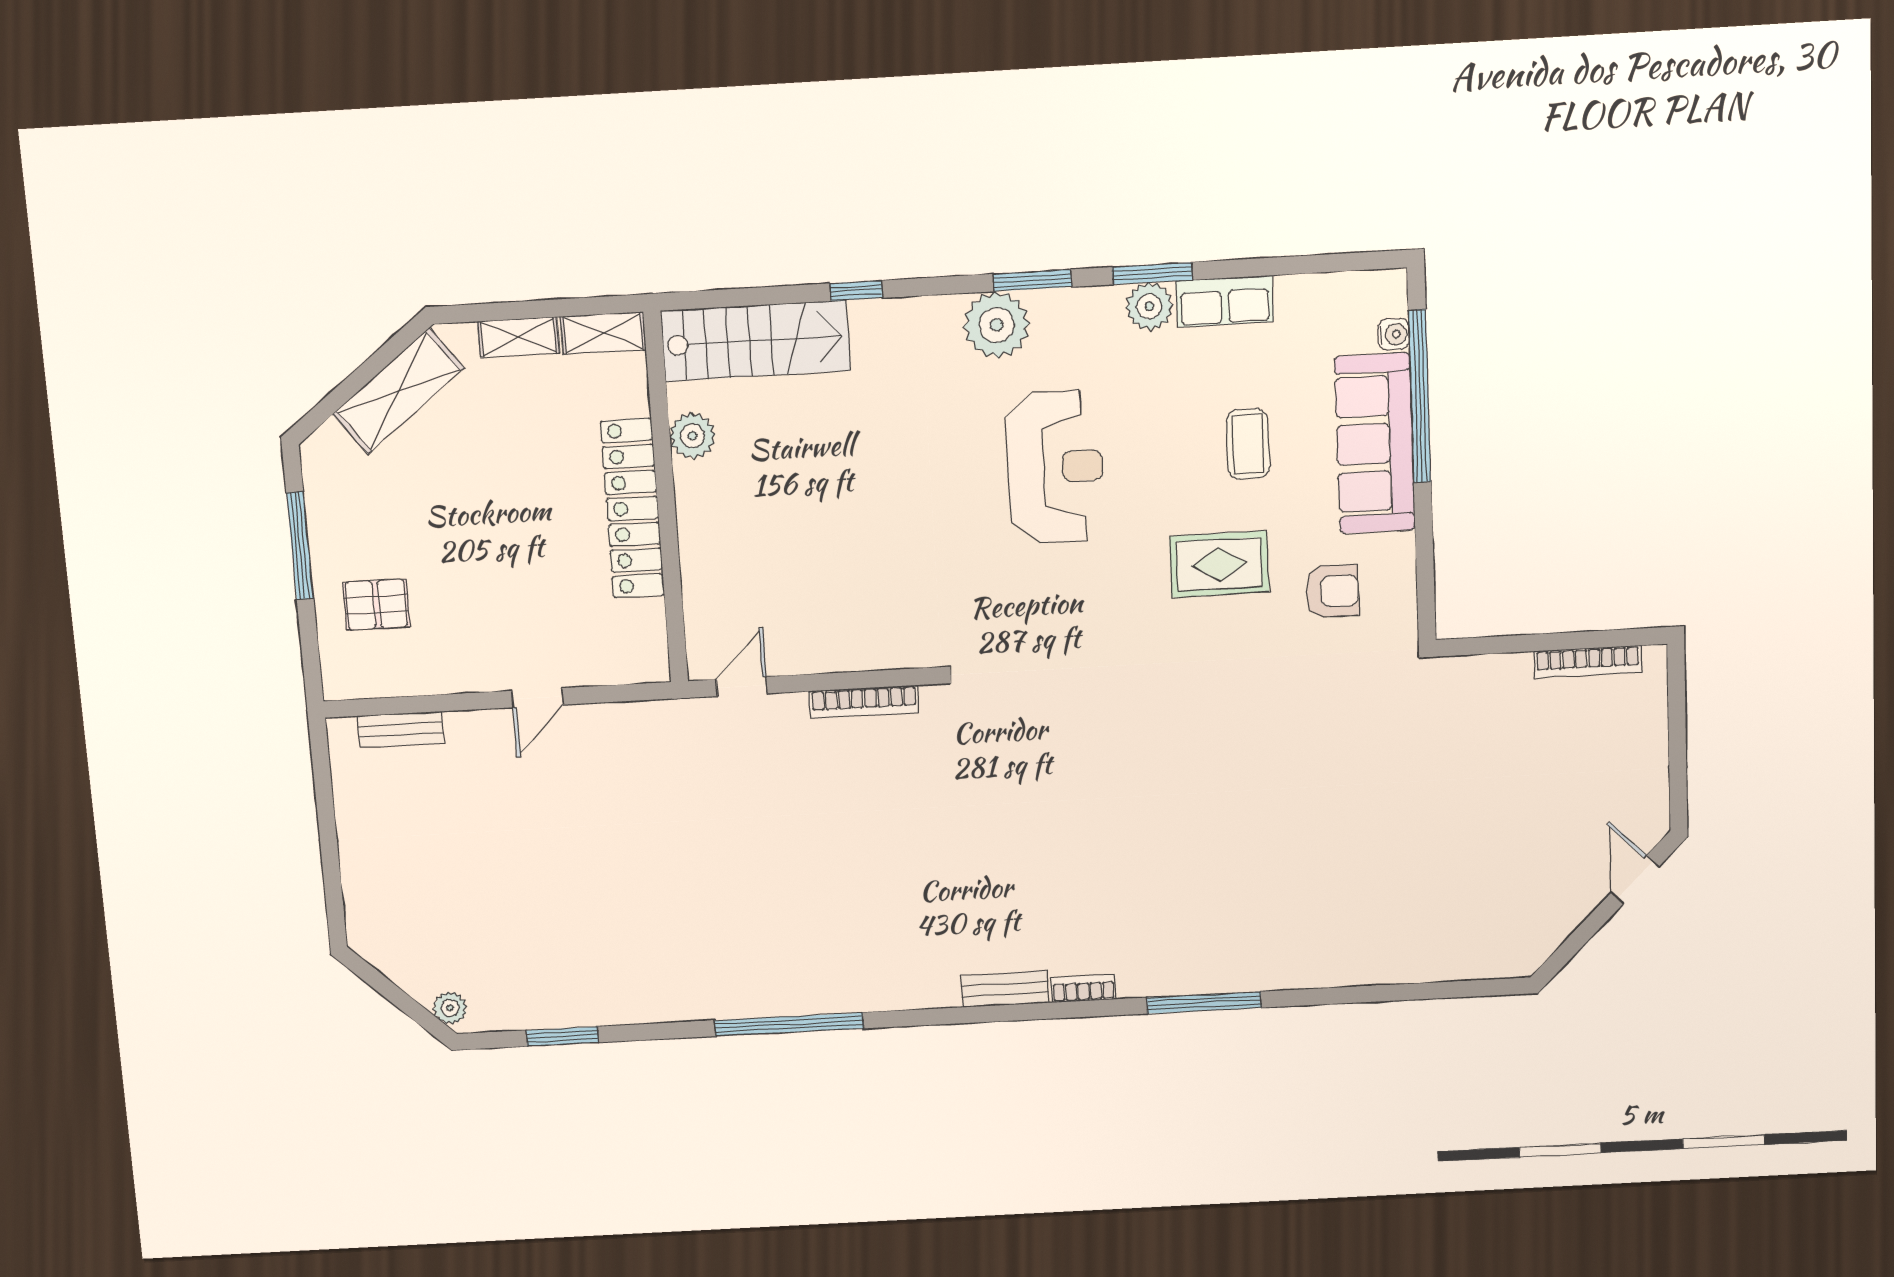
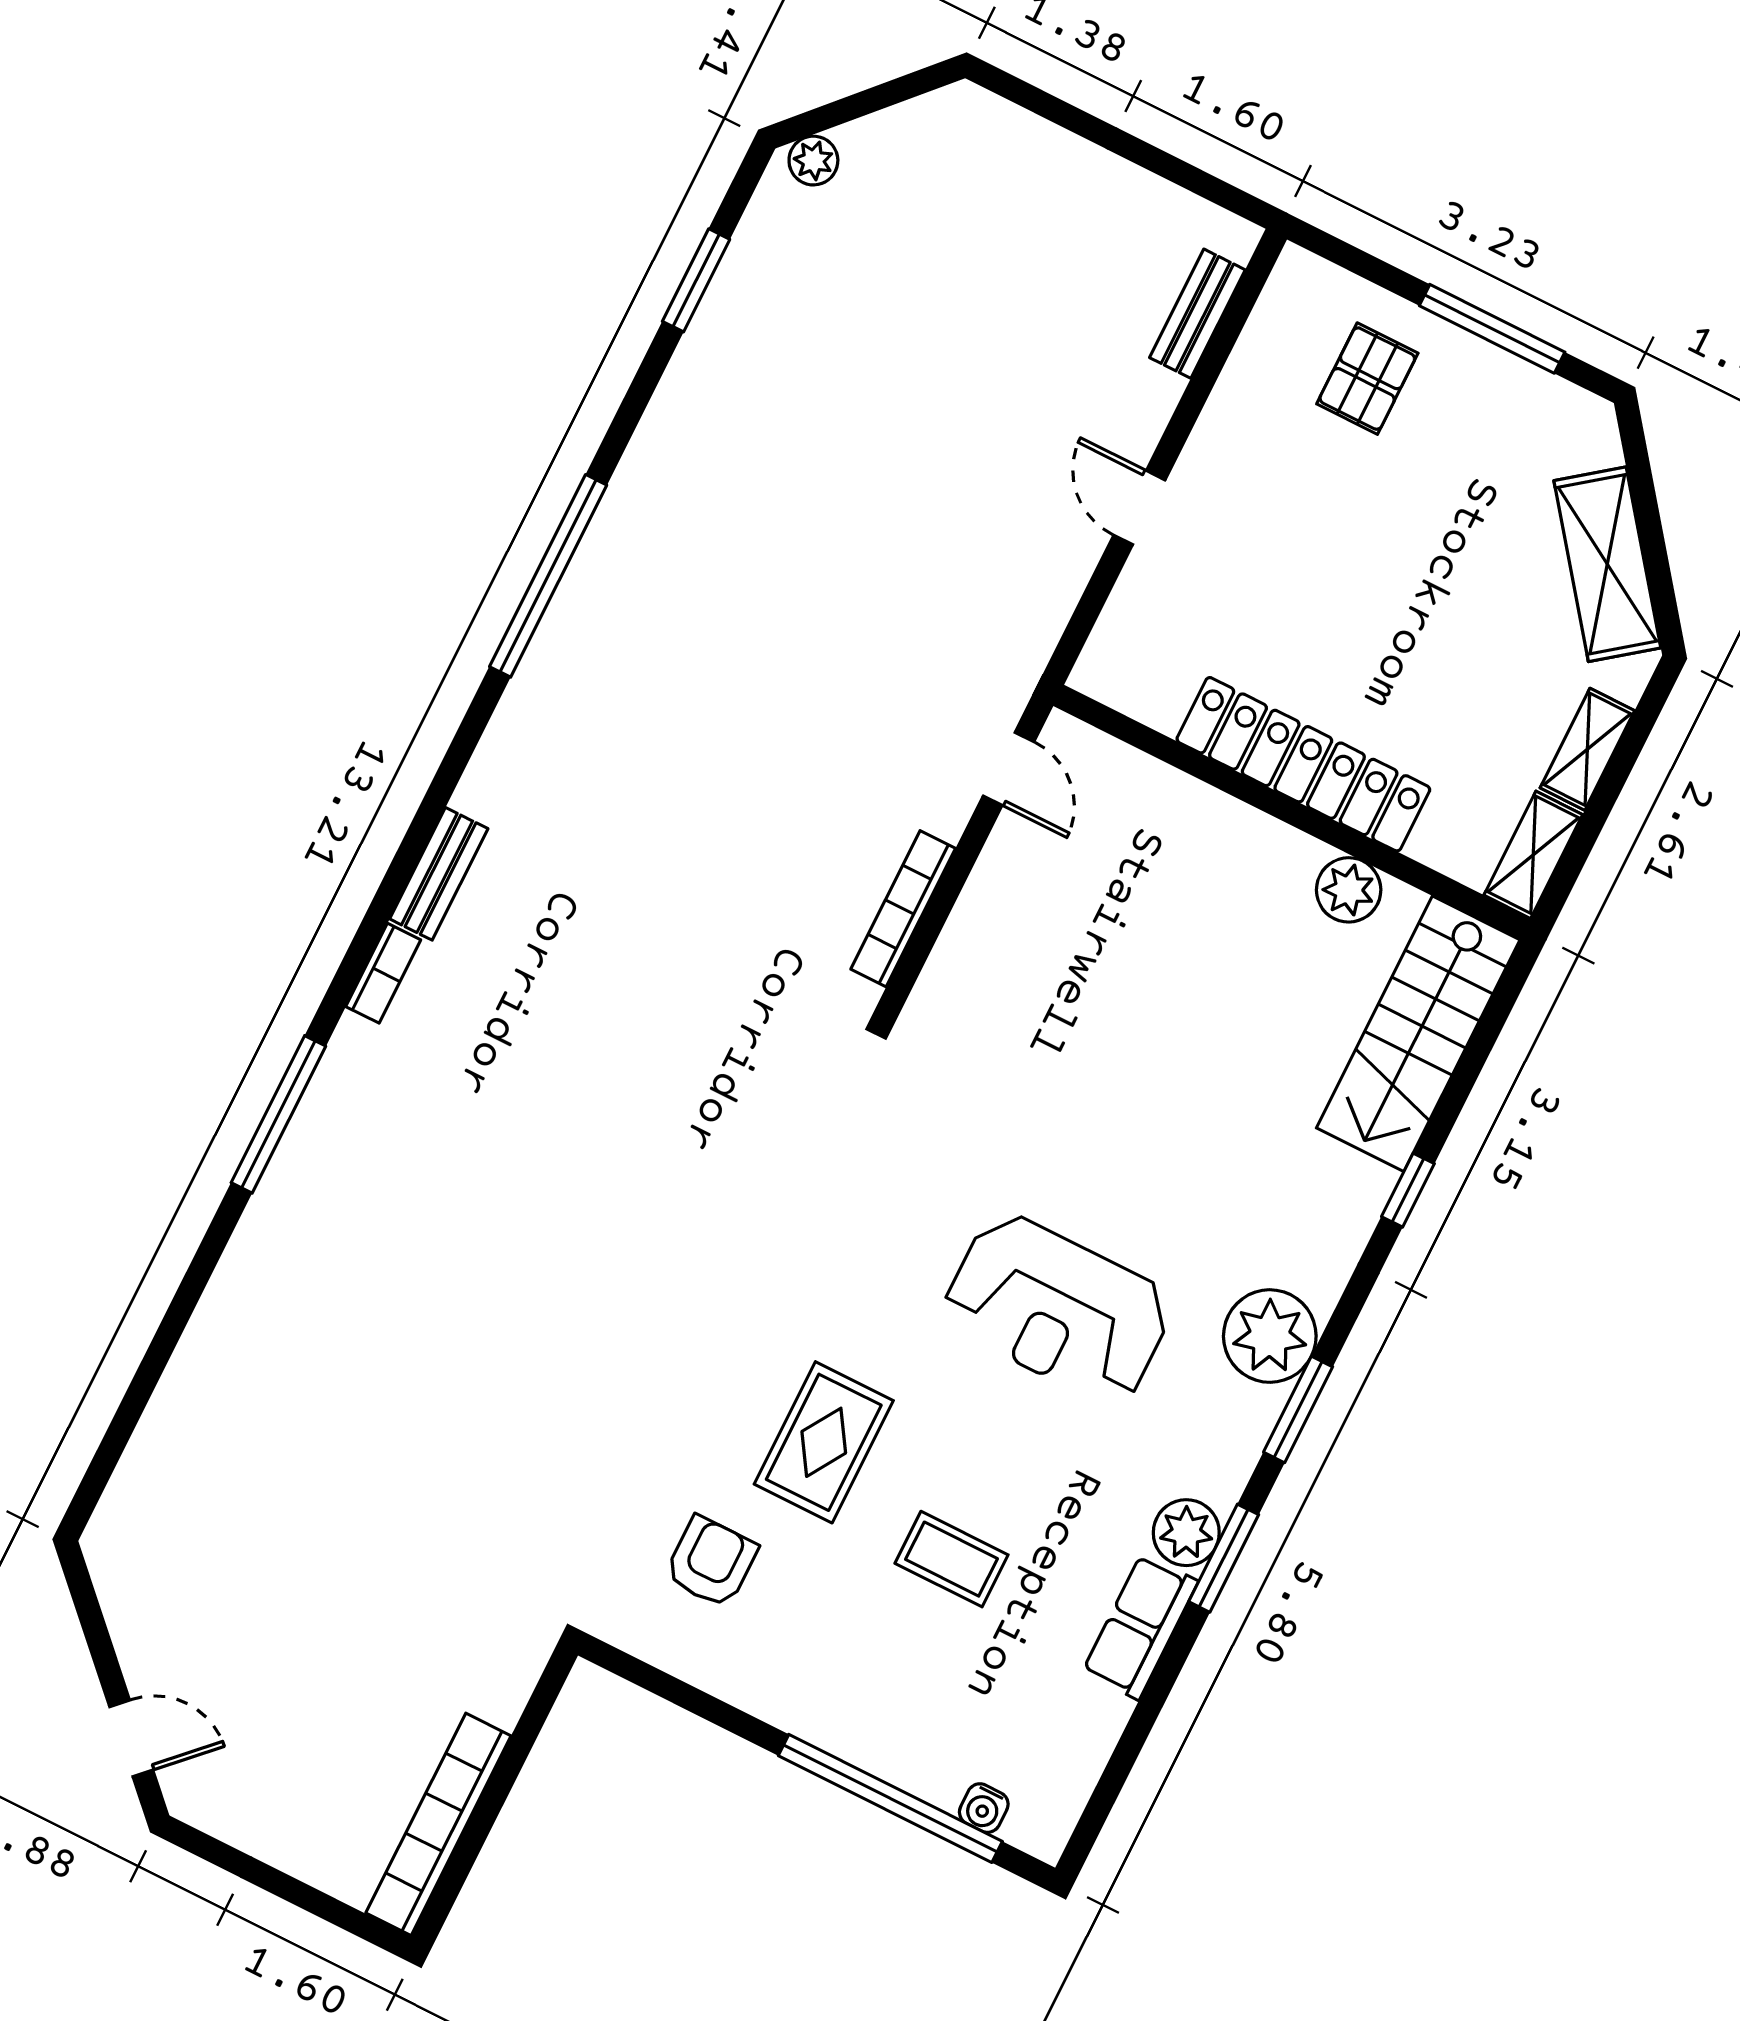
sofa: (1375, 444) -> (864, 1713), removed
armchair: (1332, 591) -> (711, 1562), turned 180
bookcase: (1588, 662) -> (438, 1824), width x1.48, depth x1.31

